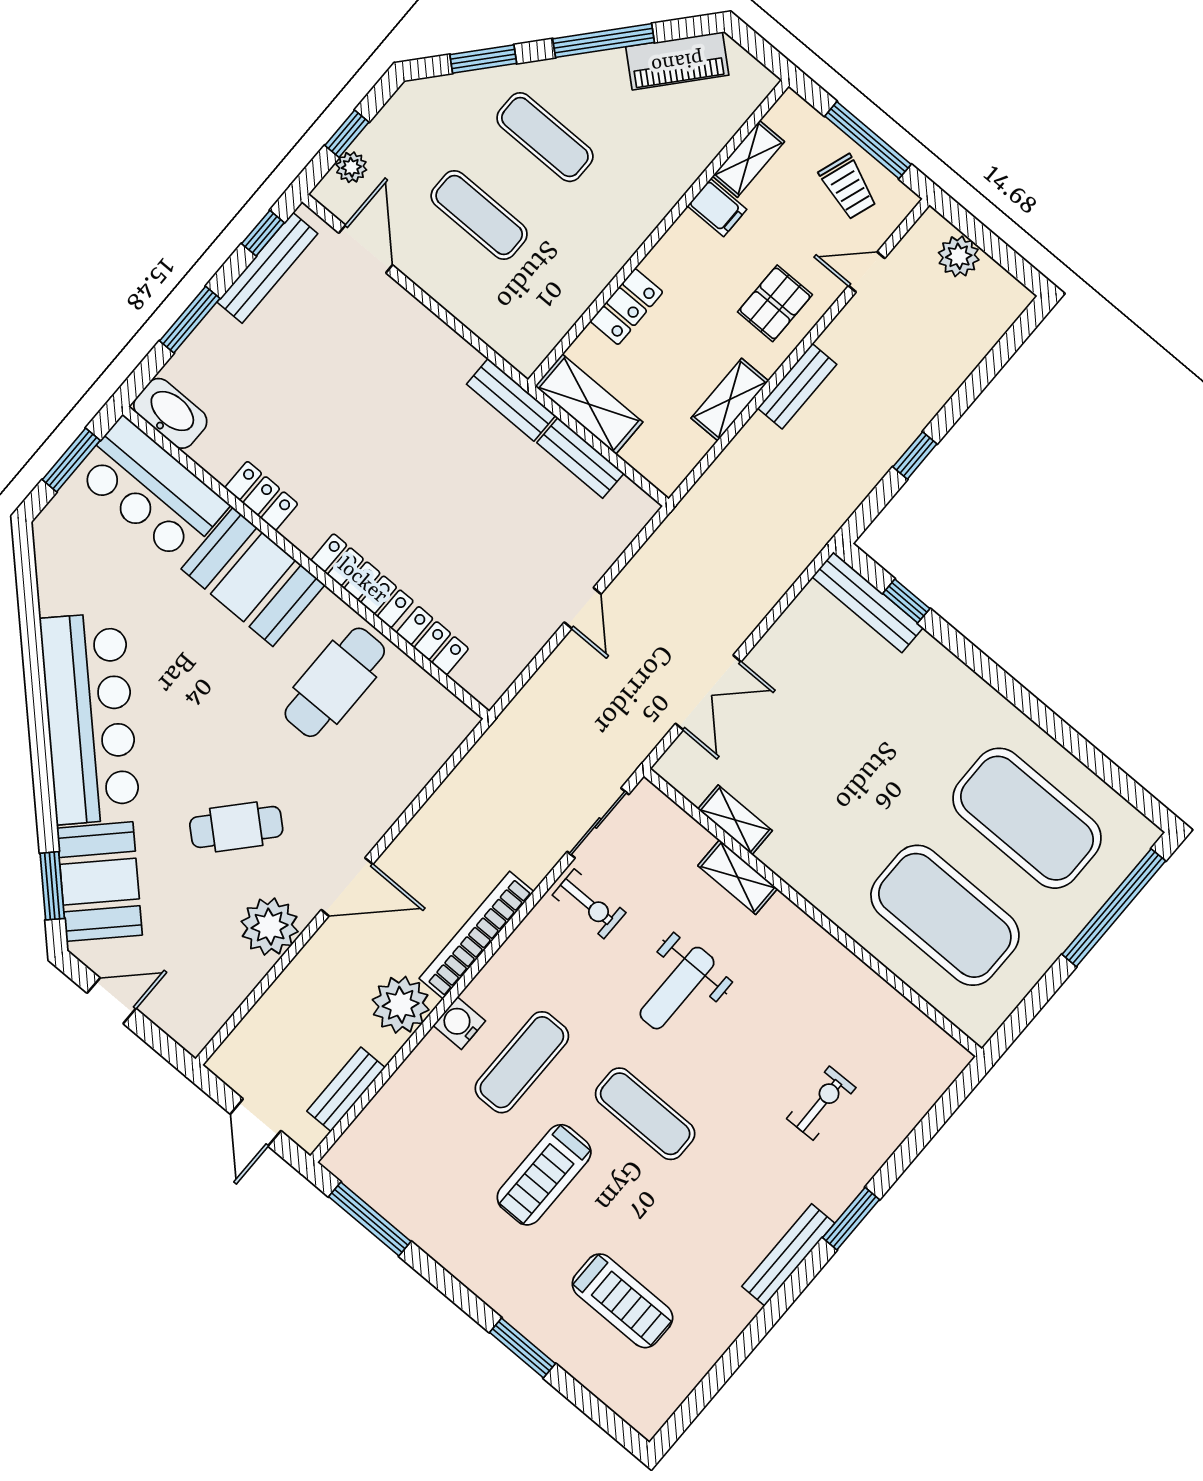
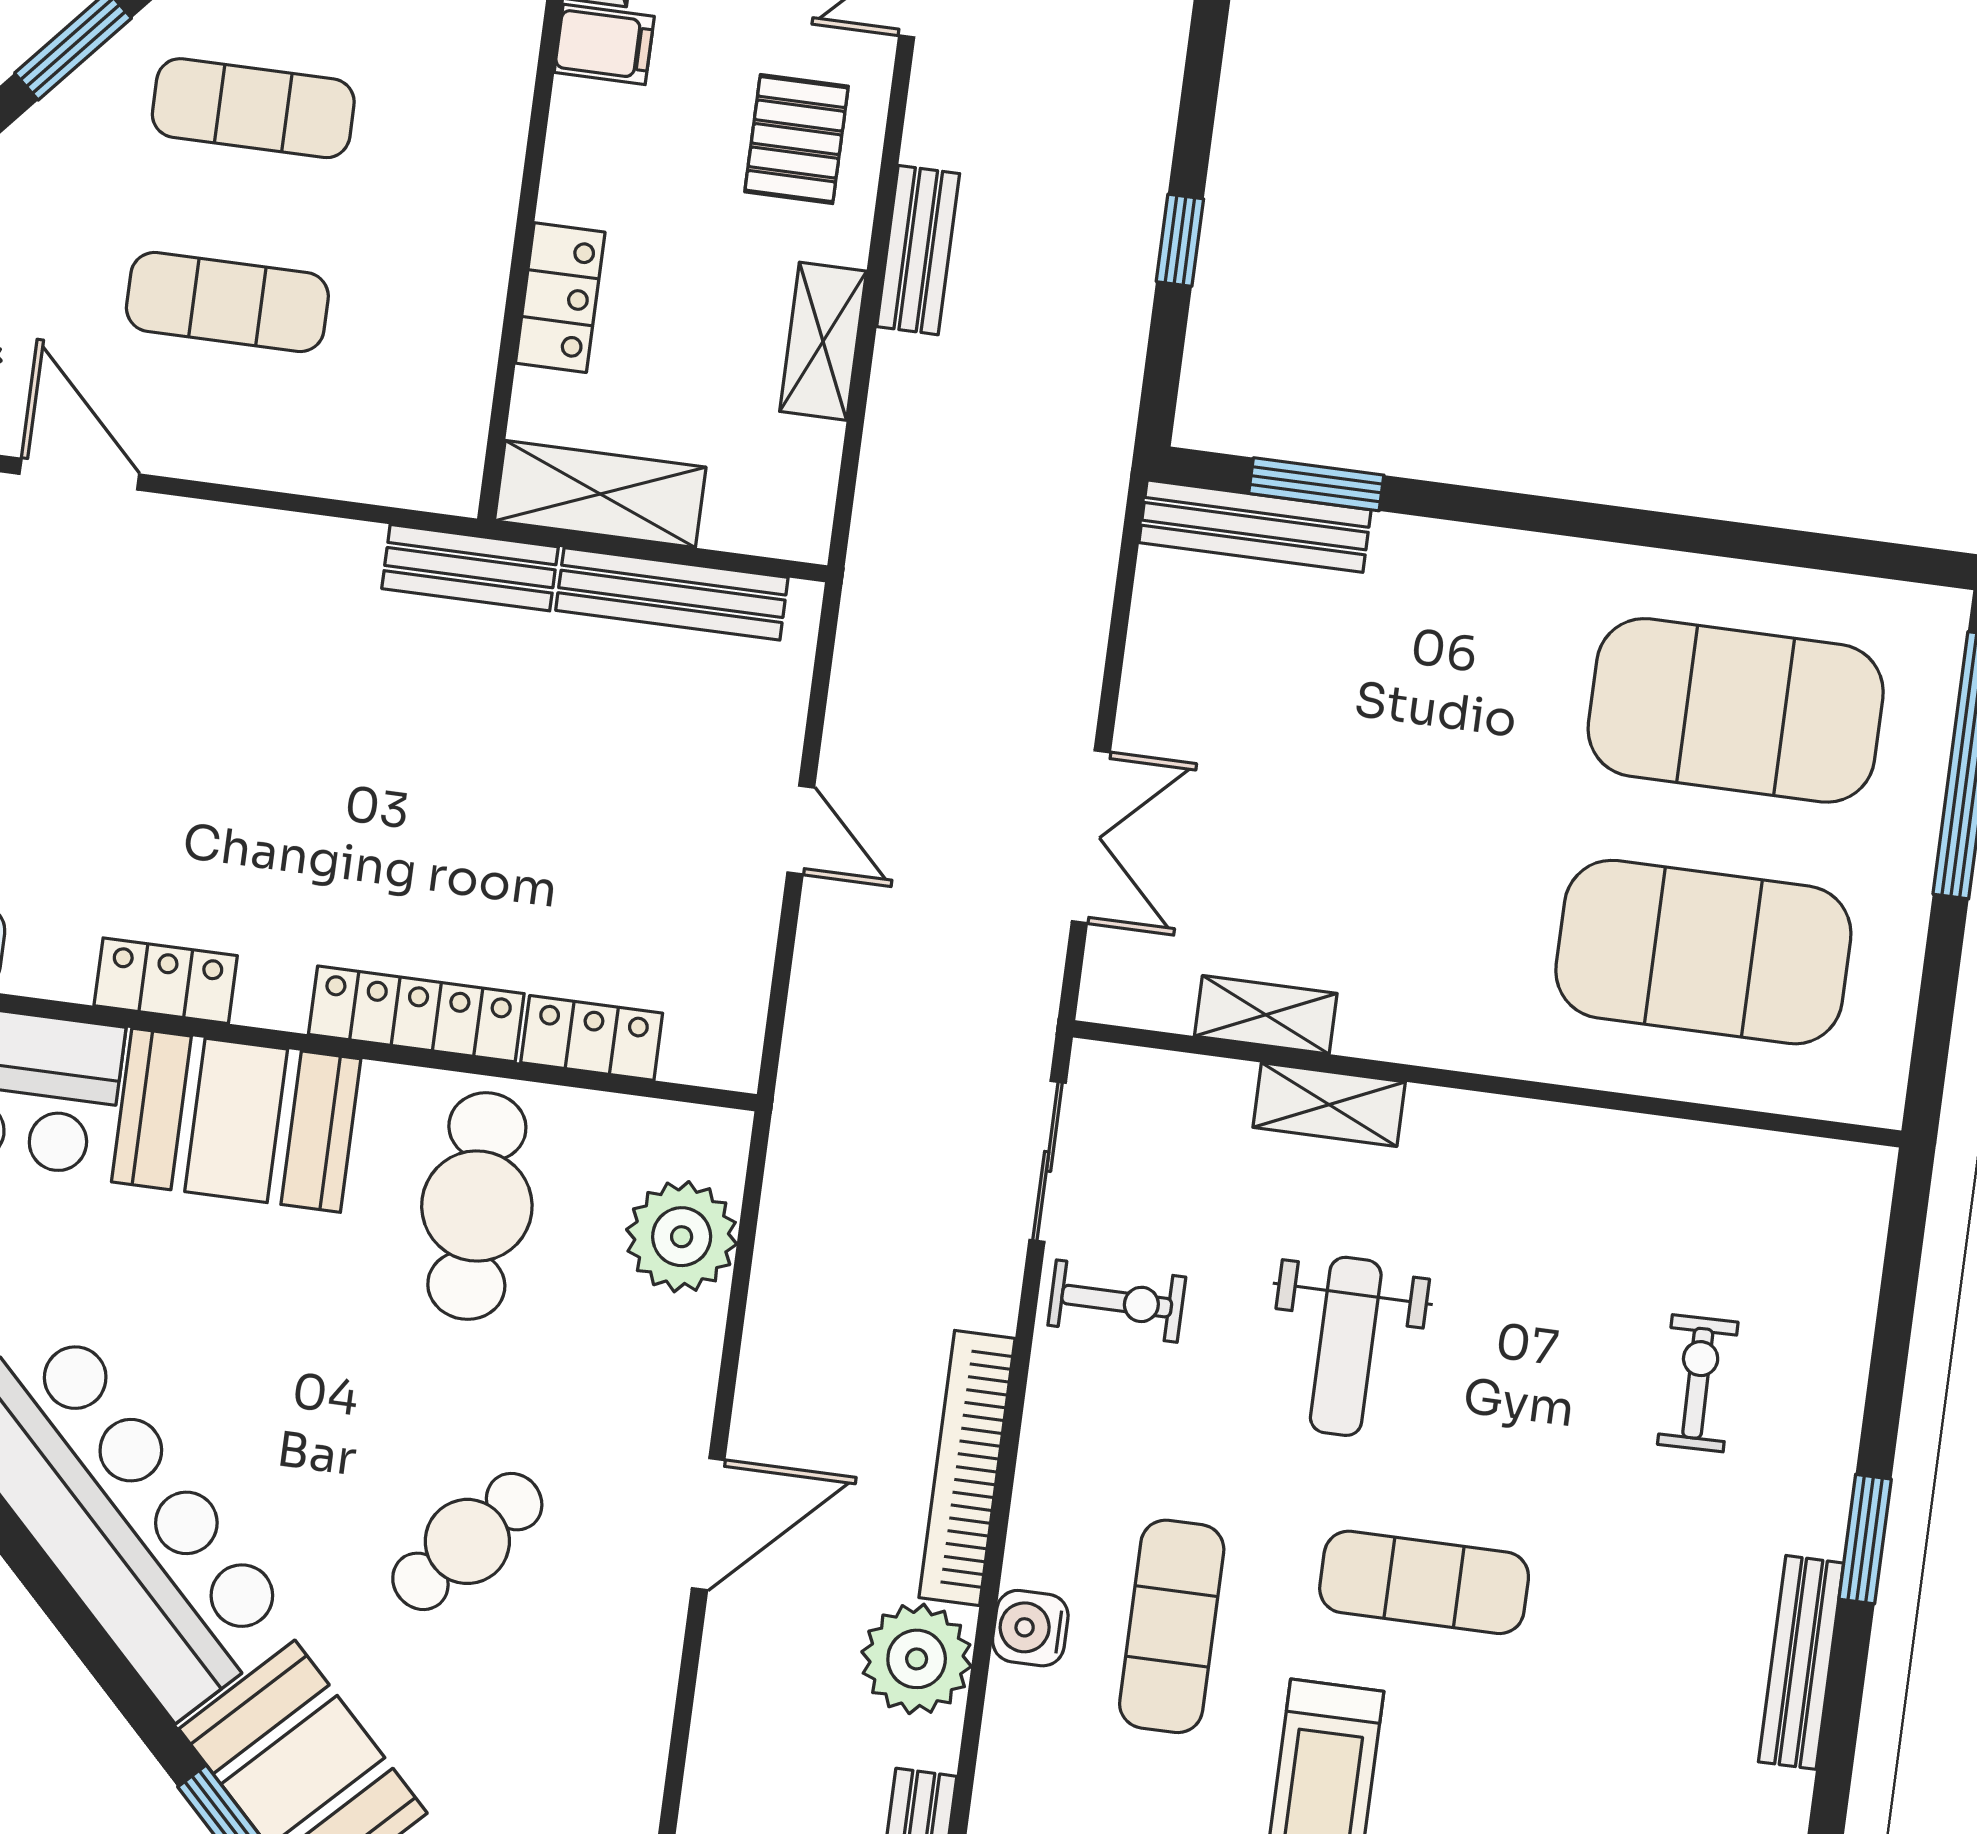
bench: (580, 458) -> (672, 594), width x1.36
window: (906, 601) -> (1316, 484), width x1.50
plant: (270, 927) -> (682, 1237), moved

